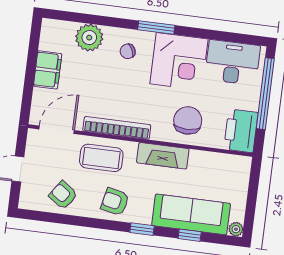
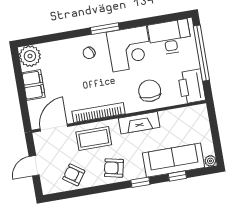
plant: (89, 38) -> (30, 56), moved

